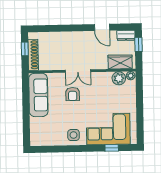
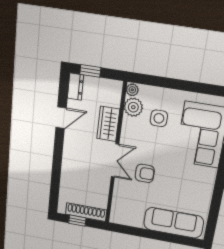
wardrobe: (120, 62) -> (108, 124), moved
sofa: (38, 95) -> (174, 223), moved
side table: (74, 135) -> (159, 118), moved

